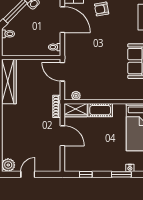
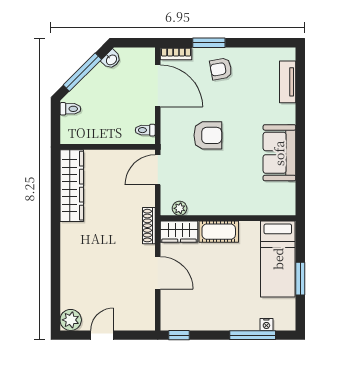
armchair: (93, 50) -> (208, 135), added
door: (62, 72) -> (158, 170), hinge flipped
window: (86, 174) -> (179, 335), moved
window: (121, 174) -> (253, 335), width x1.44

